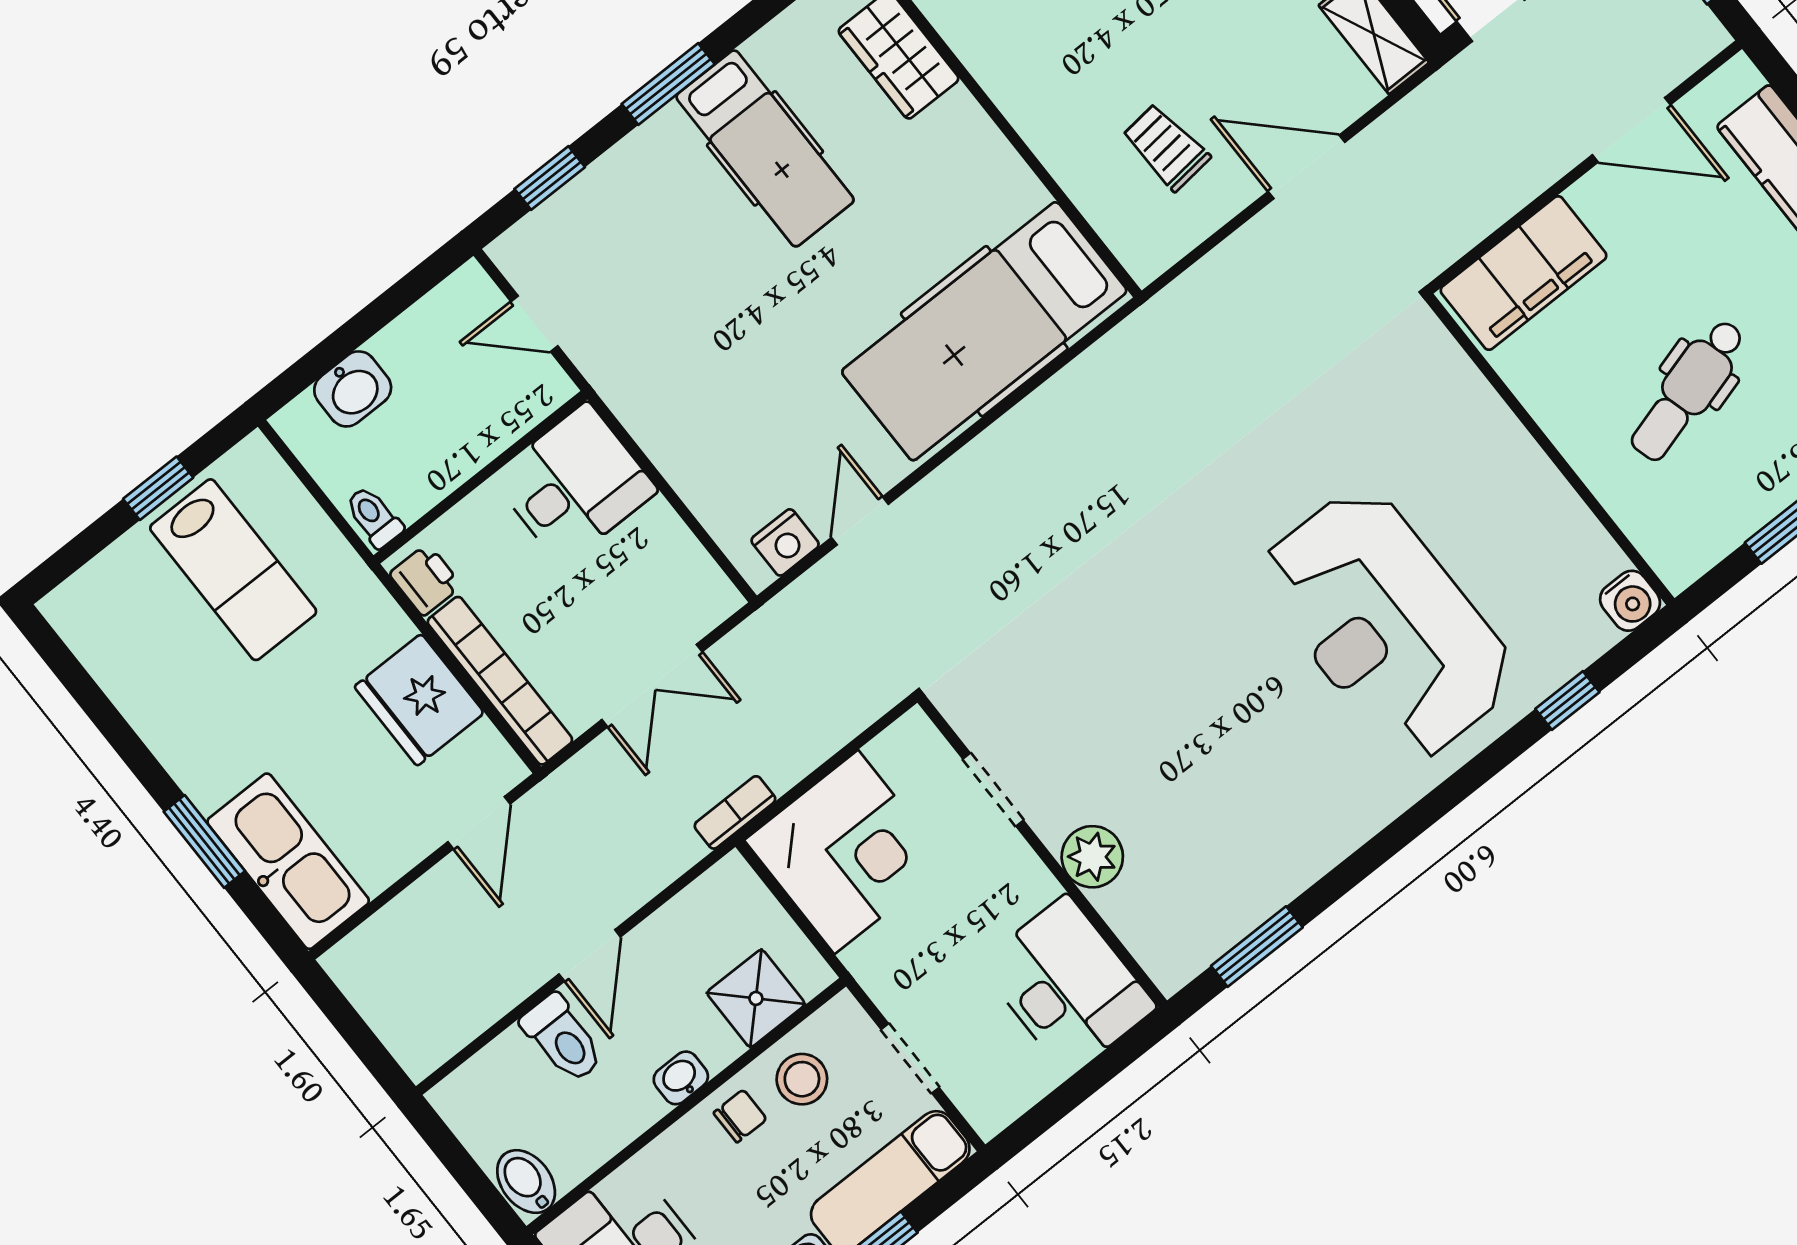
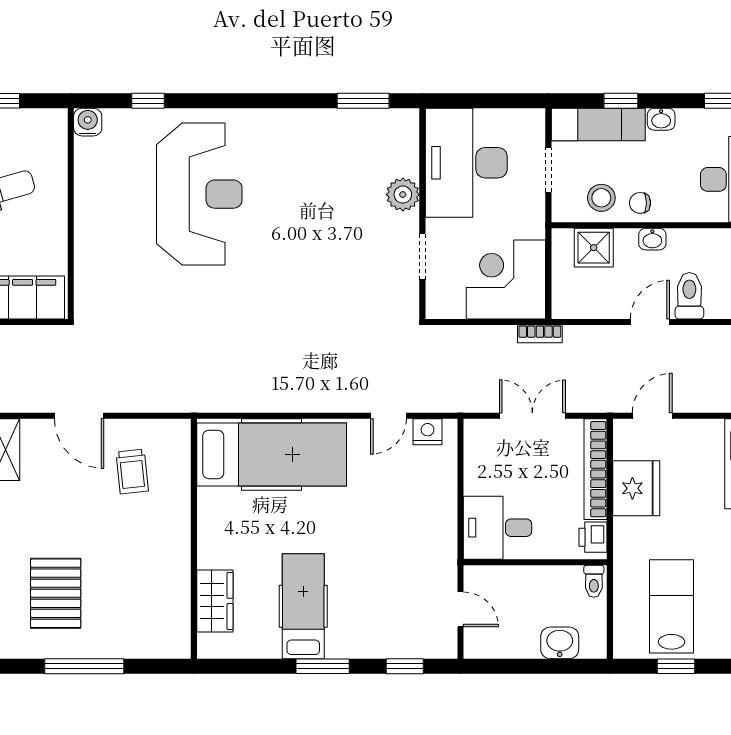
desk: (1067, 985) -> (466, 163), width x1.36, depth x1.30

